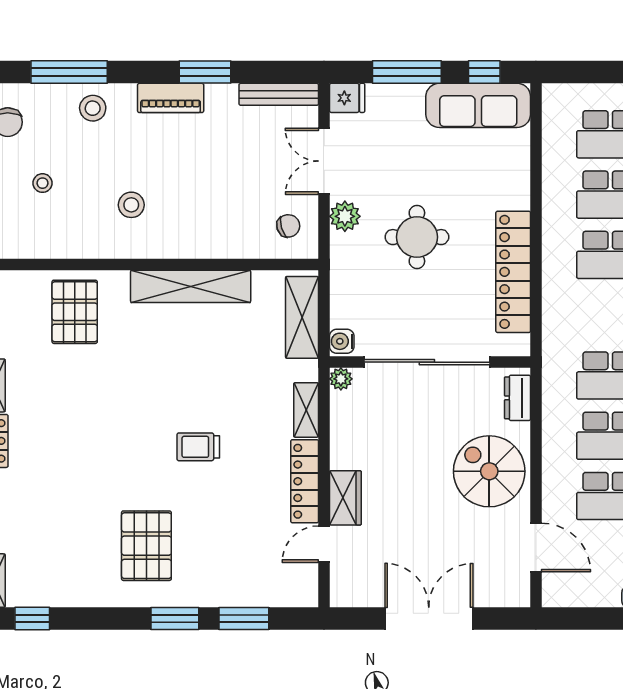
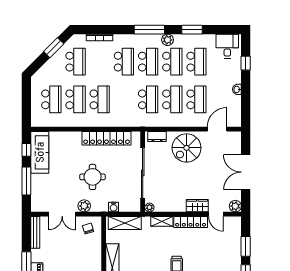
fridge: (347, 98) -> (37, 205), removed
water cooler: (342, 341) -> (114, 207), moved
plant: (344, 593) -> (235, 206), added

